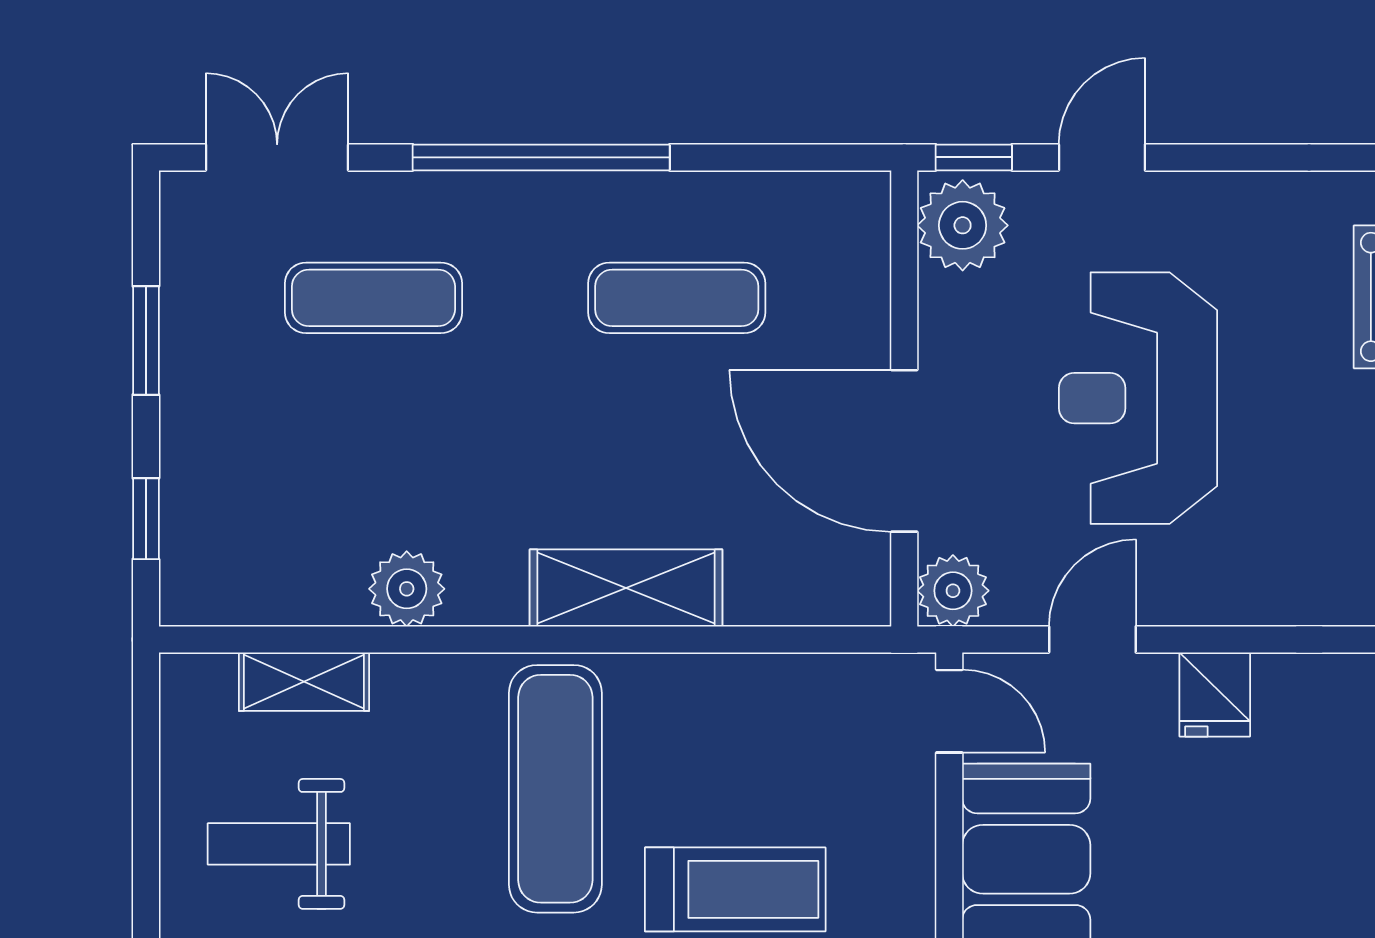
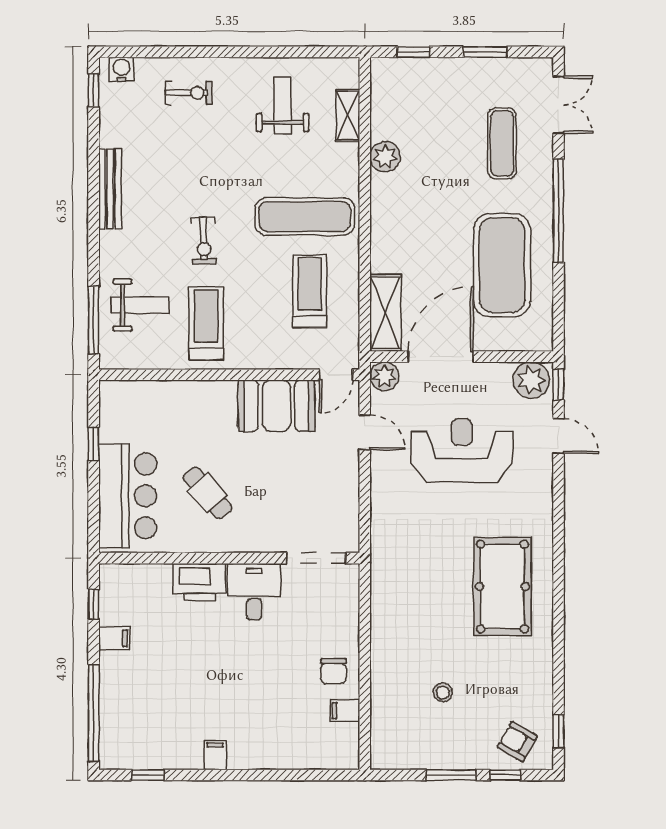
exercise mat: (677, 298) -> (502, 265), width x2.00, depth x1.45
shelving: (626, 588) -> (385, 313), moved
fridge: (1215, 694) -> (343, 481), removed
treadmill: (735, 889) -> (310, 291), moved, turned 180

